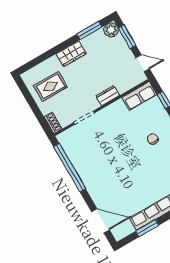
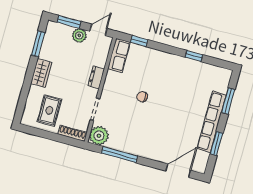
plant: (111, 30) -> (79, 35), moved
shoe rack: (53, 123) -> (72, 133), width x1.43
chair: (153, 139) -> (142, 97), moved
plant: (68, 140) -> (99, 136), added
window: (69, 168) -> (119, 155), width x0.68

